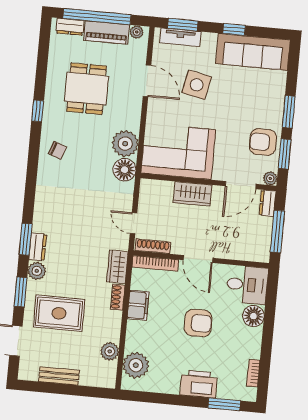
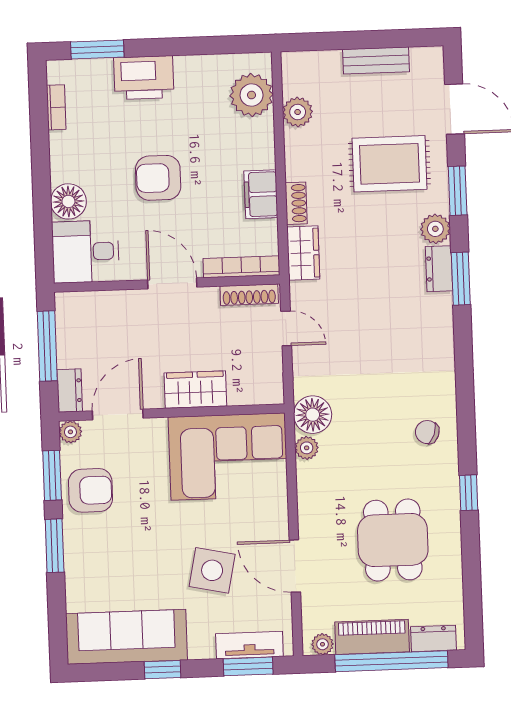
plant: (125, 144) -> (307, 448), width x0.53, depth x0.53

